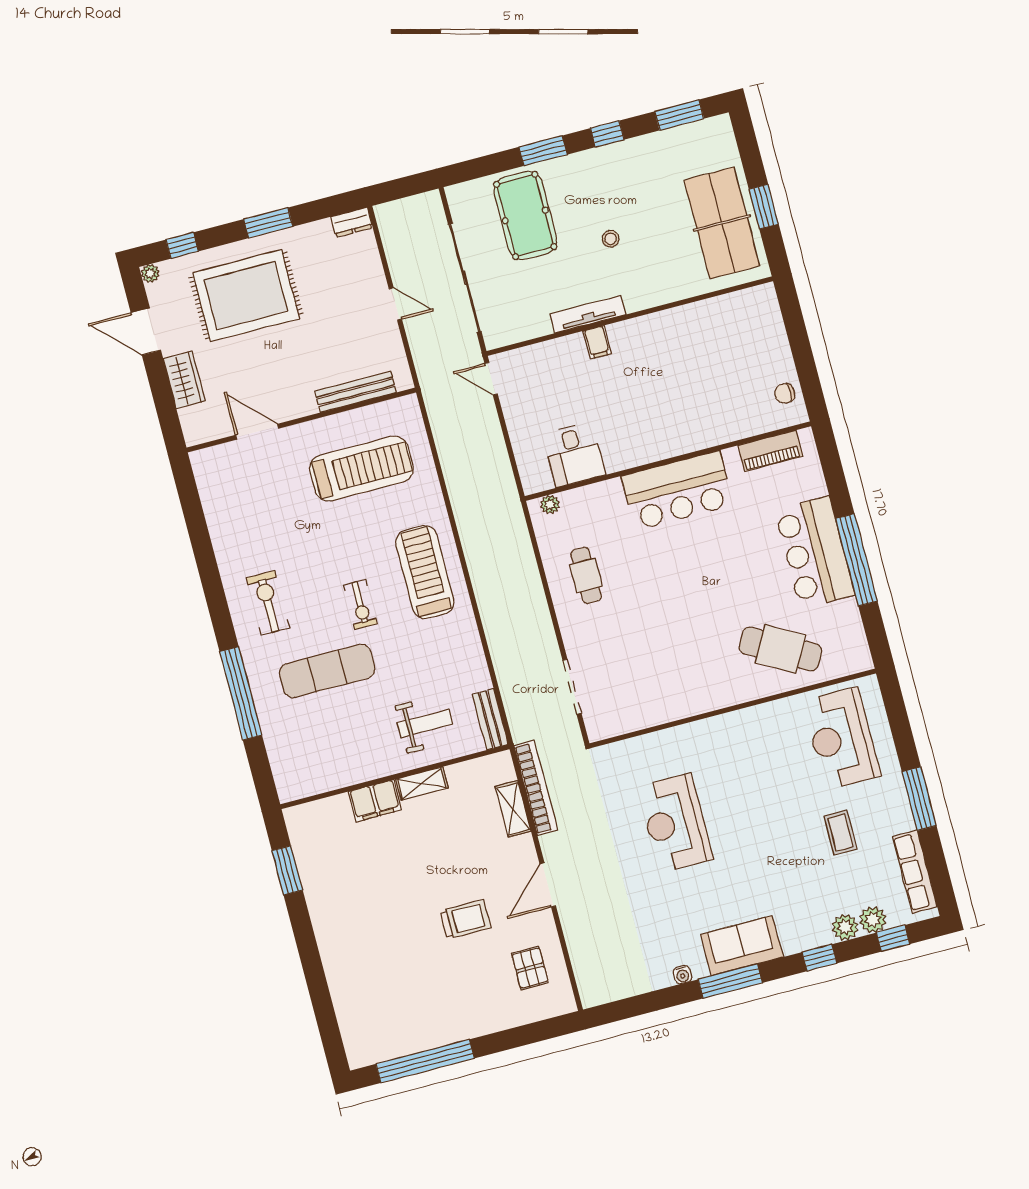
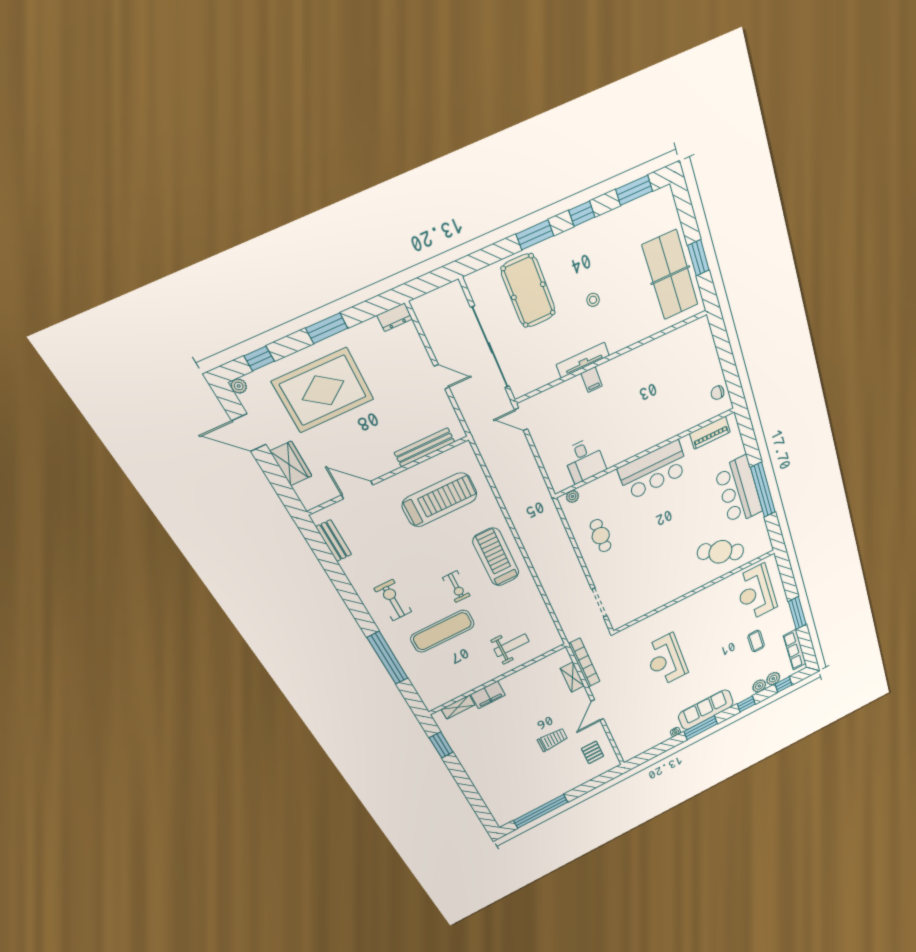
bench: (490, 719) -> (334, 541), moved
shelving: (422, 784) -> (458, 707), moved
sofa: (742, 946) -> (706, 710), width x1.36

